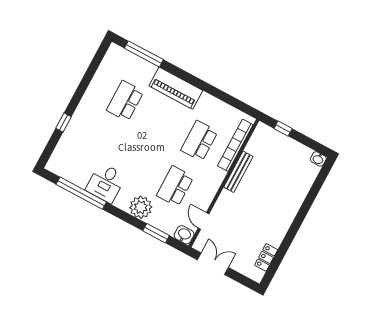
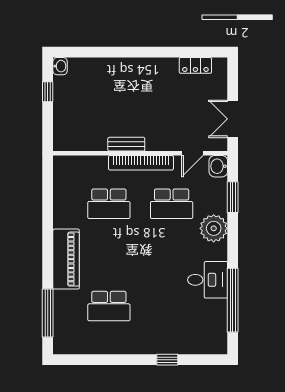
window: (283, 129) -> (48, 92), moved
bookcase: (235, 145) -> (141, 163), moved
bench: (238, 172) -> (126, 144), width x0.73

